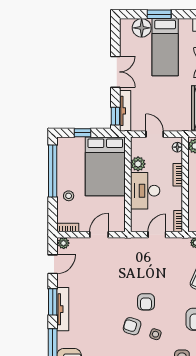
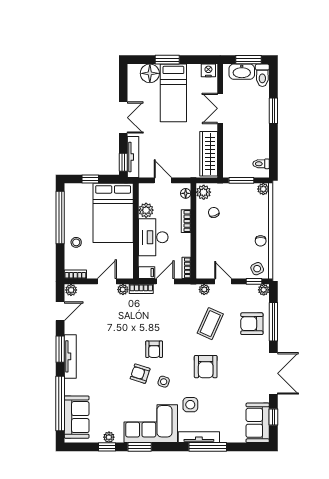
filing cabinet: (139, 226) -> (147, 273), added
bookcase: (133, 242) -> (141, 289), added
plant: (115, 243) -> (123, 290), added

